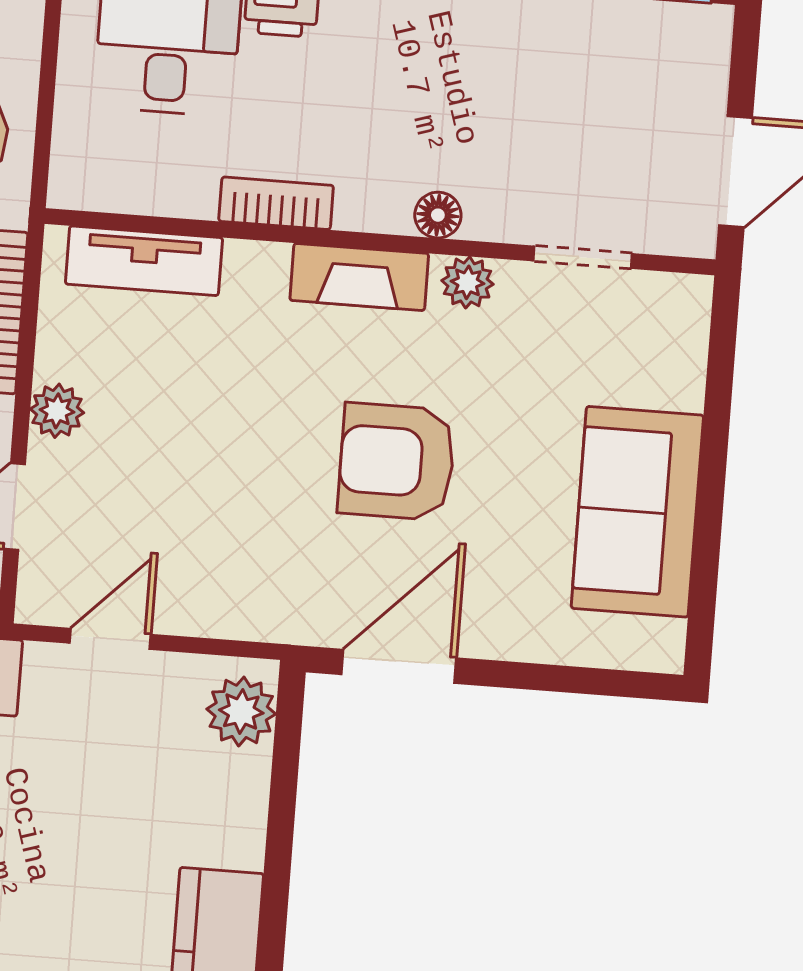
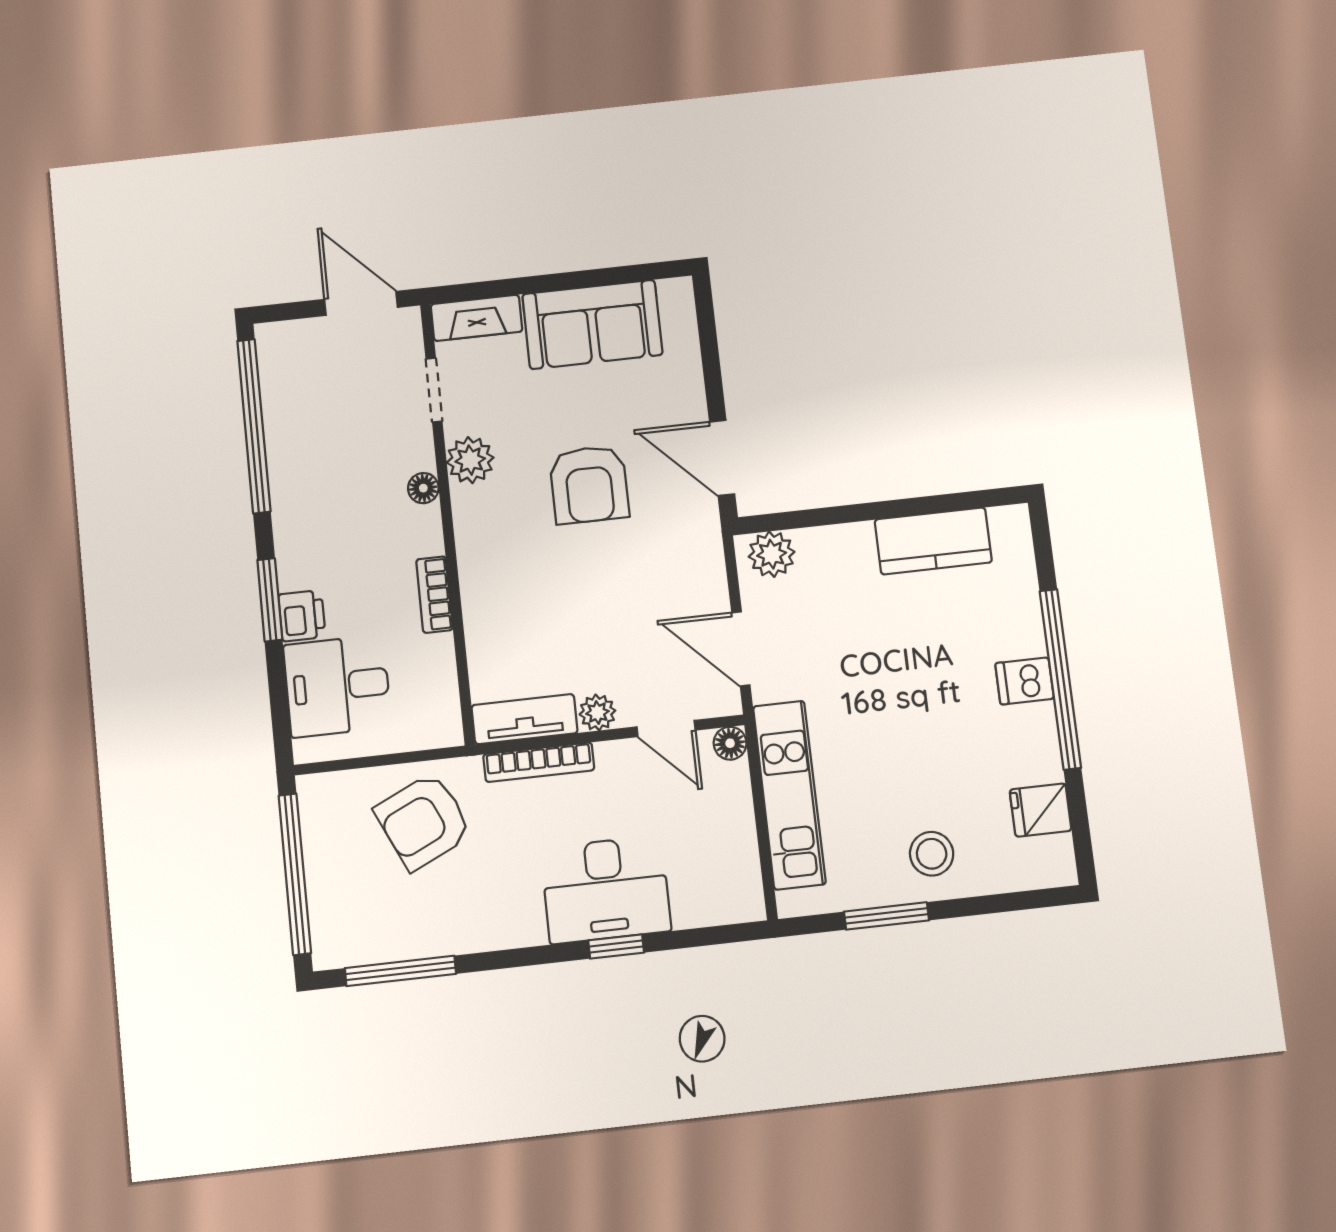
tv unit: (144, 261) -> (525, 719), moved, turned -90
fireplace: (359, 277) -> (477, 318), moved, turned 90
plant: (468, 282) -> (470, 460), width x1.38, depth x1.38
door: (110, 639) -> (741, 649), width x1.38

